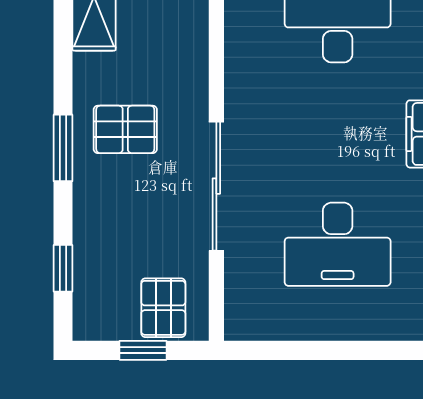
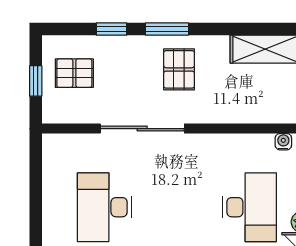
window: (63, 268) -> (111, 29), moved
pallet: (163, 308) -> (74, 73), moved

